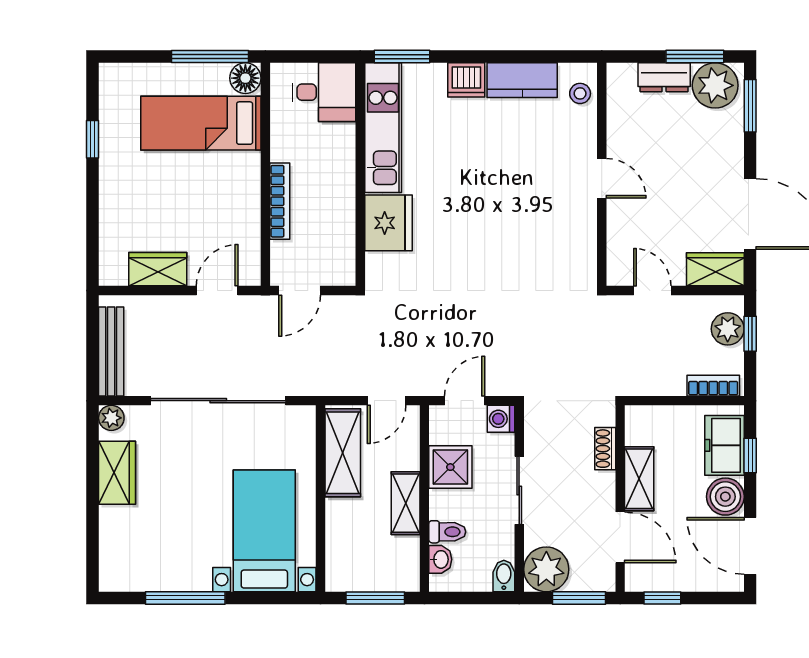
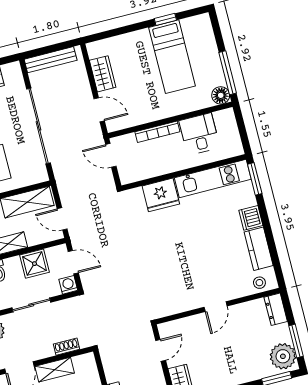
dresser: (664, 77) -> (276, 309), moved
desk: (324, 92) -> (199, 134), moved, turned 180
bed: (201, 123) -> (172, 57), moved, turned 180
plant: (111, 418) -> (14, 69), removed

